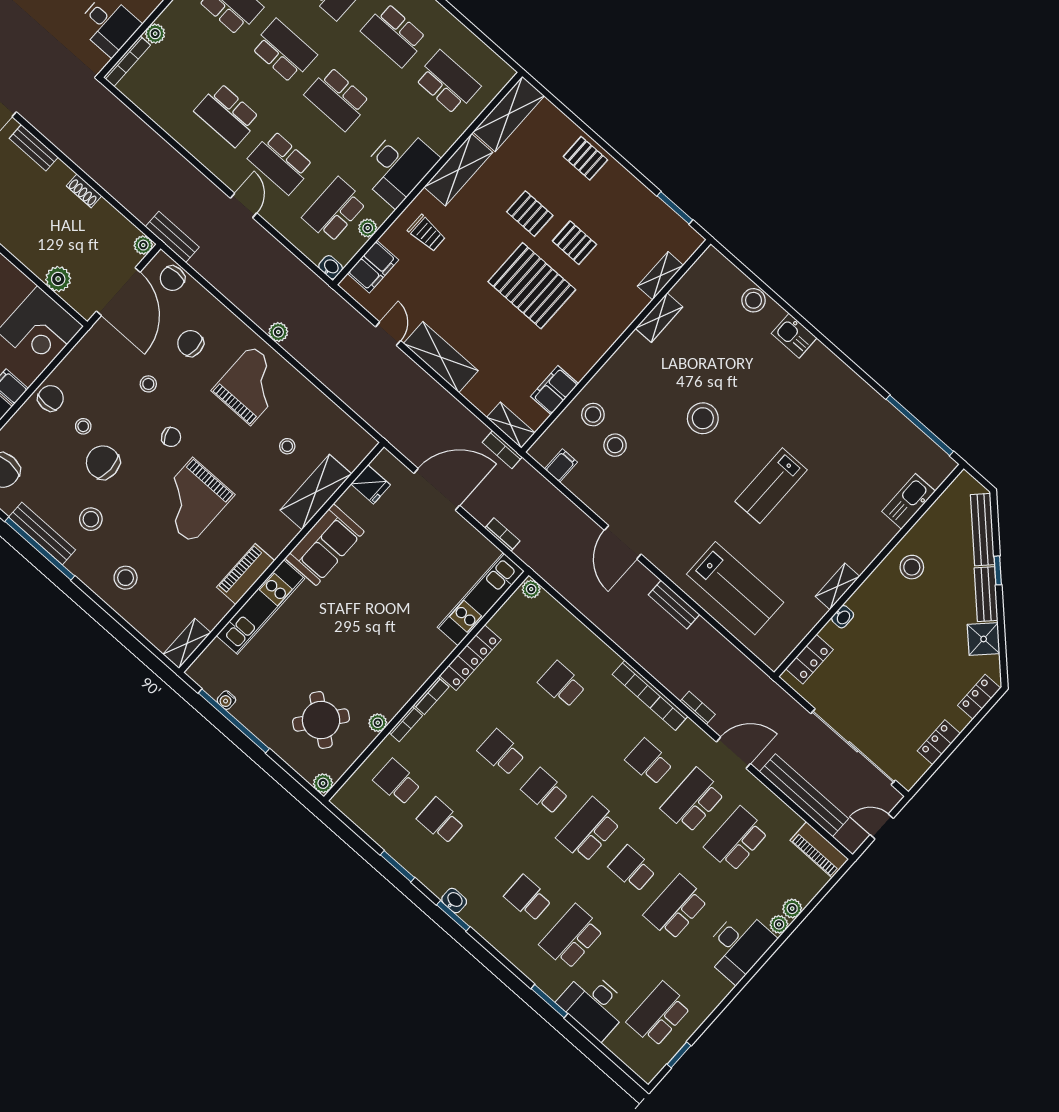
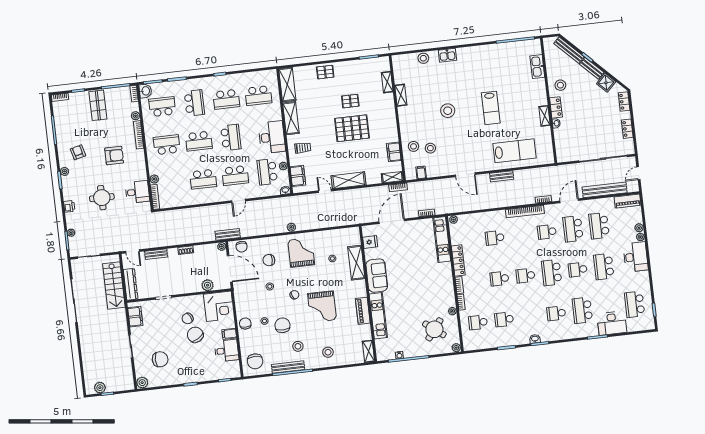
school desk: (284, 51) -> (199, 141), turned 180
school desk: (448, 82) -> (258, 96), turned 180
school desk: (337, 99) -> (231, 137), turned -90
door: (244, 206) -> (239, 201), swing flipped
pallet: (530, 214) -> (327, 107), removed
chair: (103, 462) -> (282, 325), turned 90
locker: (809, 659) -> (556, 107), moved

